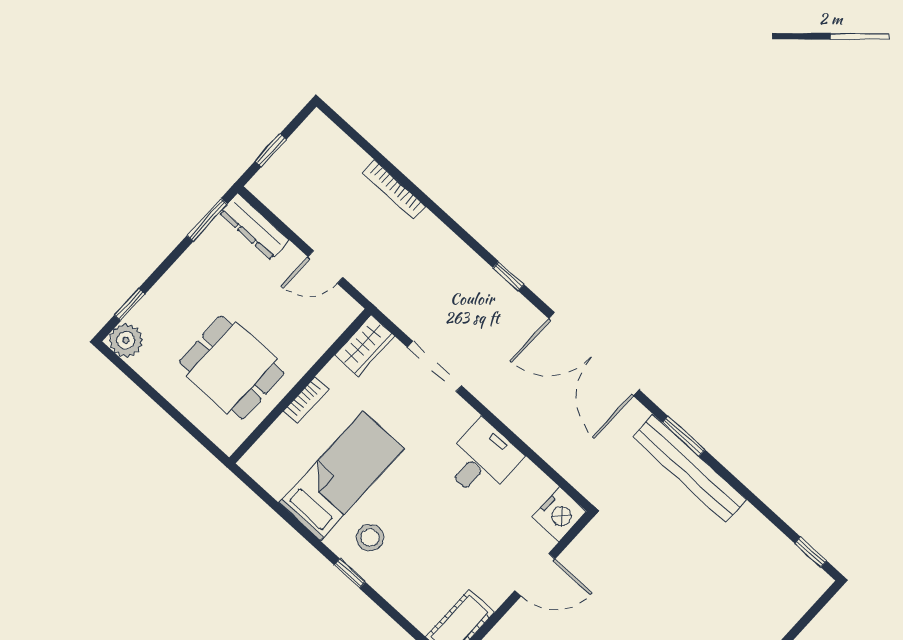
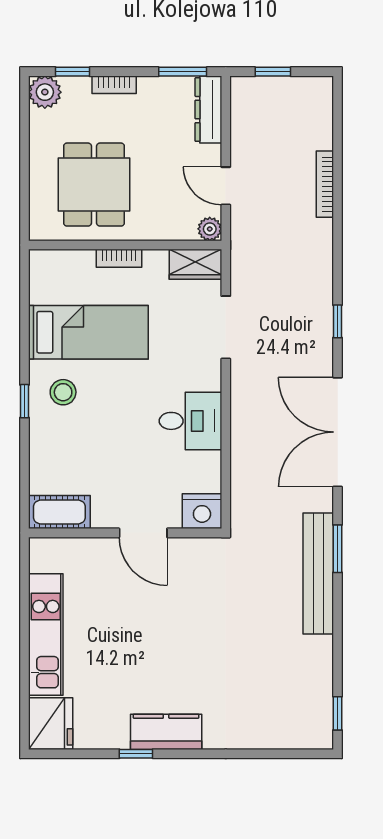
bookcase: (169, 282) -> (114, 85), added
plant: (347, 310) -> (210, 229), added

